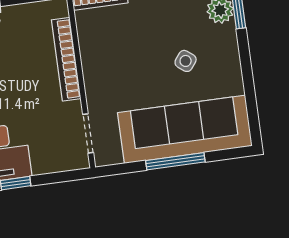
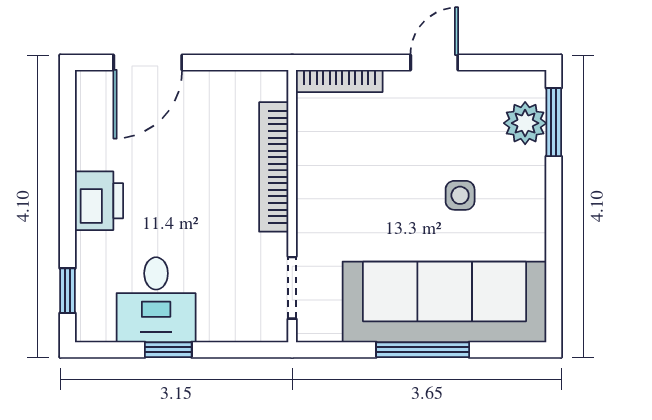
side table: (186, 61) -> (460, 195), turned -38

